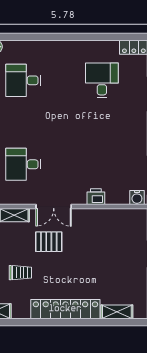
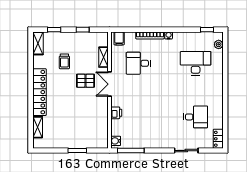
desk: (23, 80) -> (196, 63), width x1.37
desk: (23, 164) -> (138, 63), turned -90
pallet: (49, 242) -> (86, 81), turned 90

